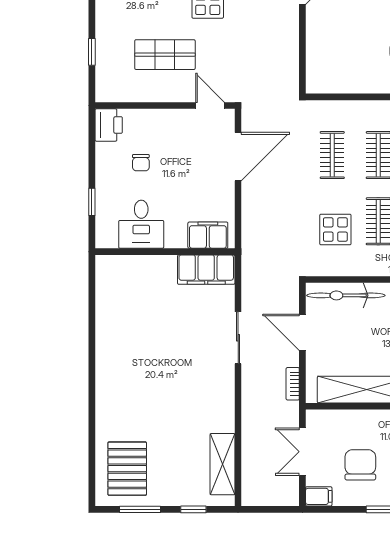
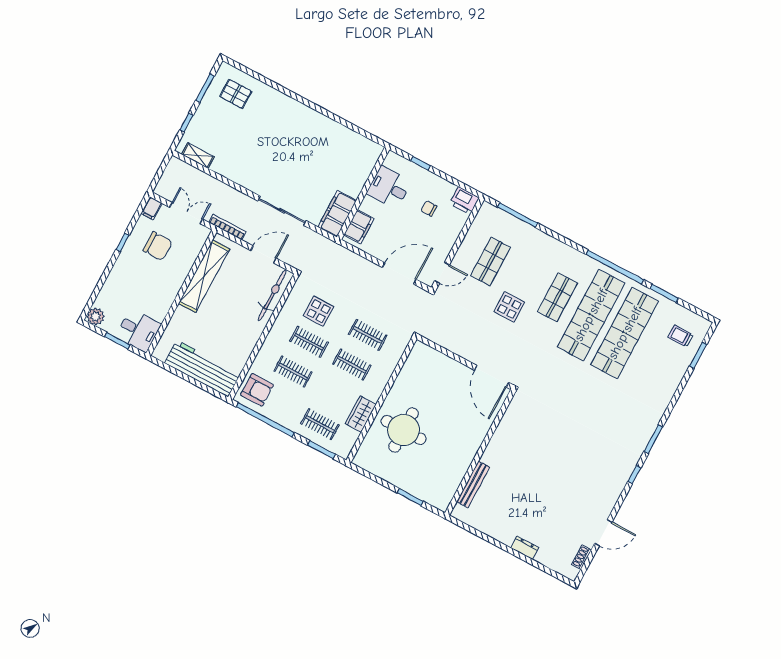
window: (92, 52) -> (517, 215), width x2.17
door: (238, 157) -> (399, 273), swing flipped
sliding door: (238, 338) -> (282, 211), width x1.37
bookcase: (293, 384) -> (227, 227), width x1.56
shelving: (222, 464) -> (198, 156), width x0.67, depth x0.75
pallet: (127, 469) -> (236, 94), width x0.67, depth x0.71

